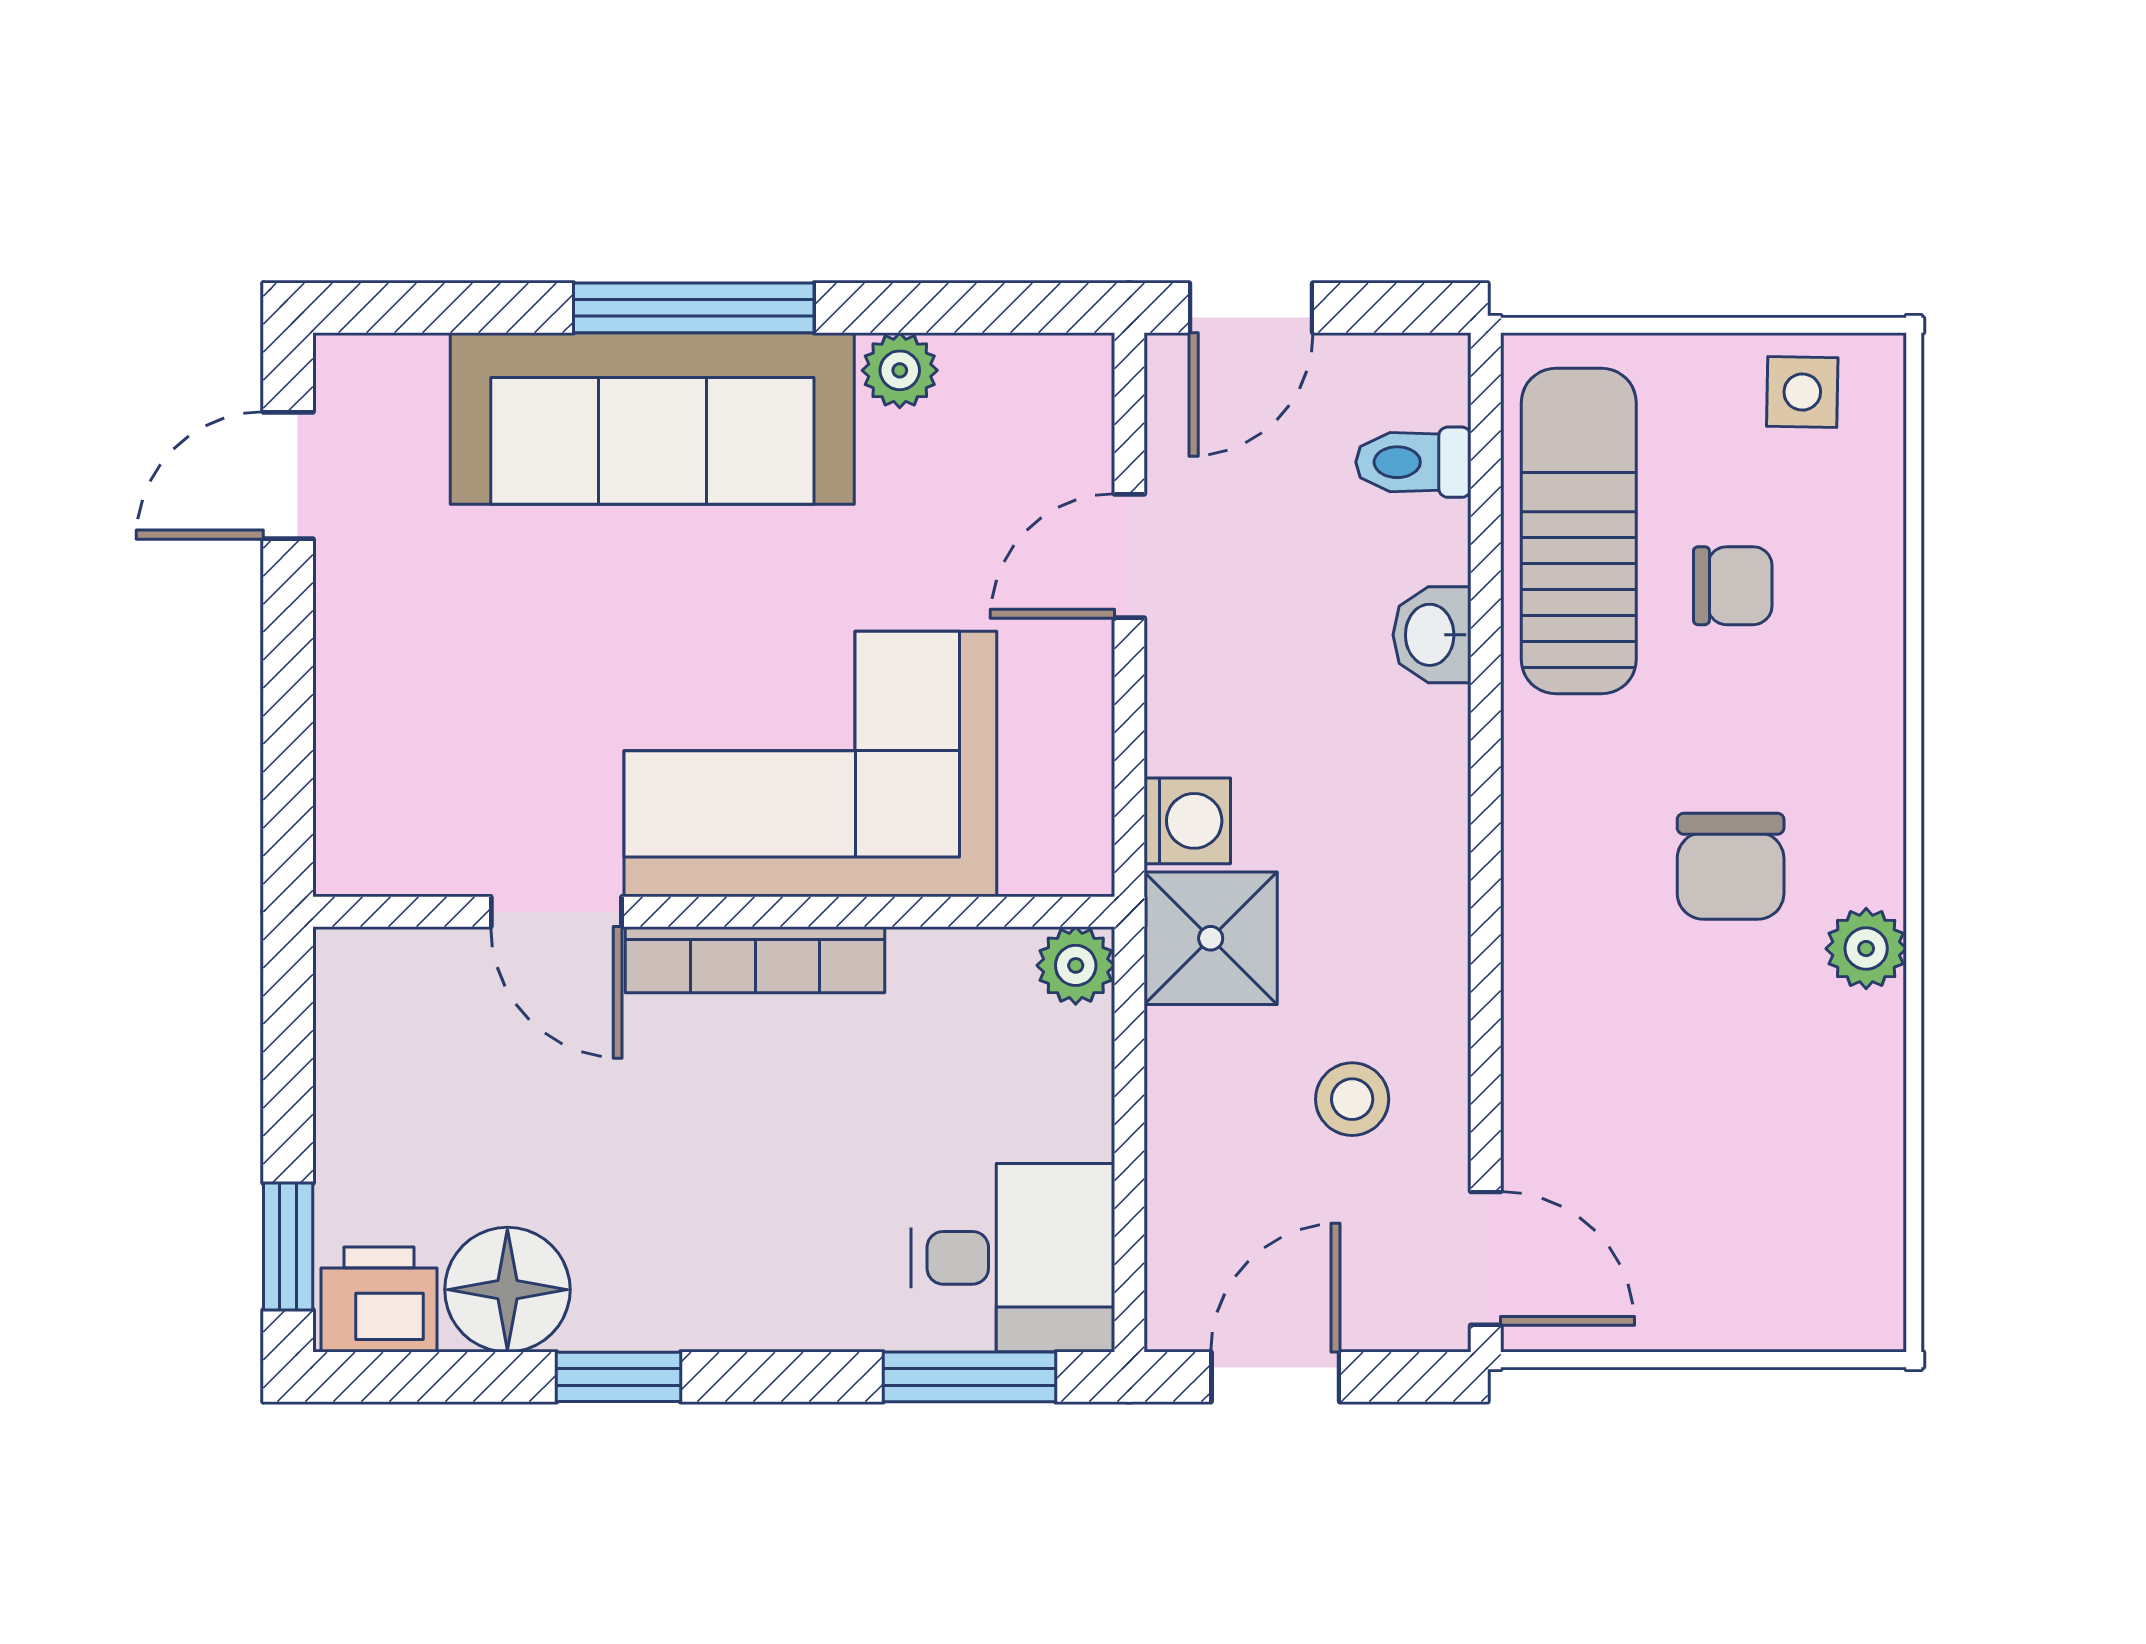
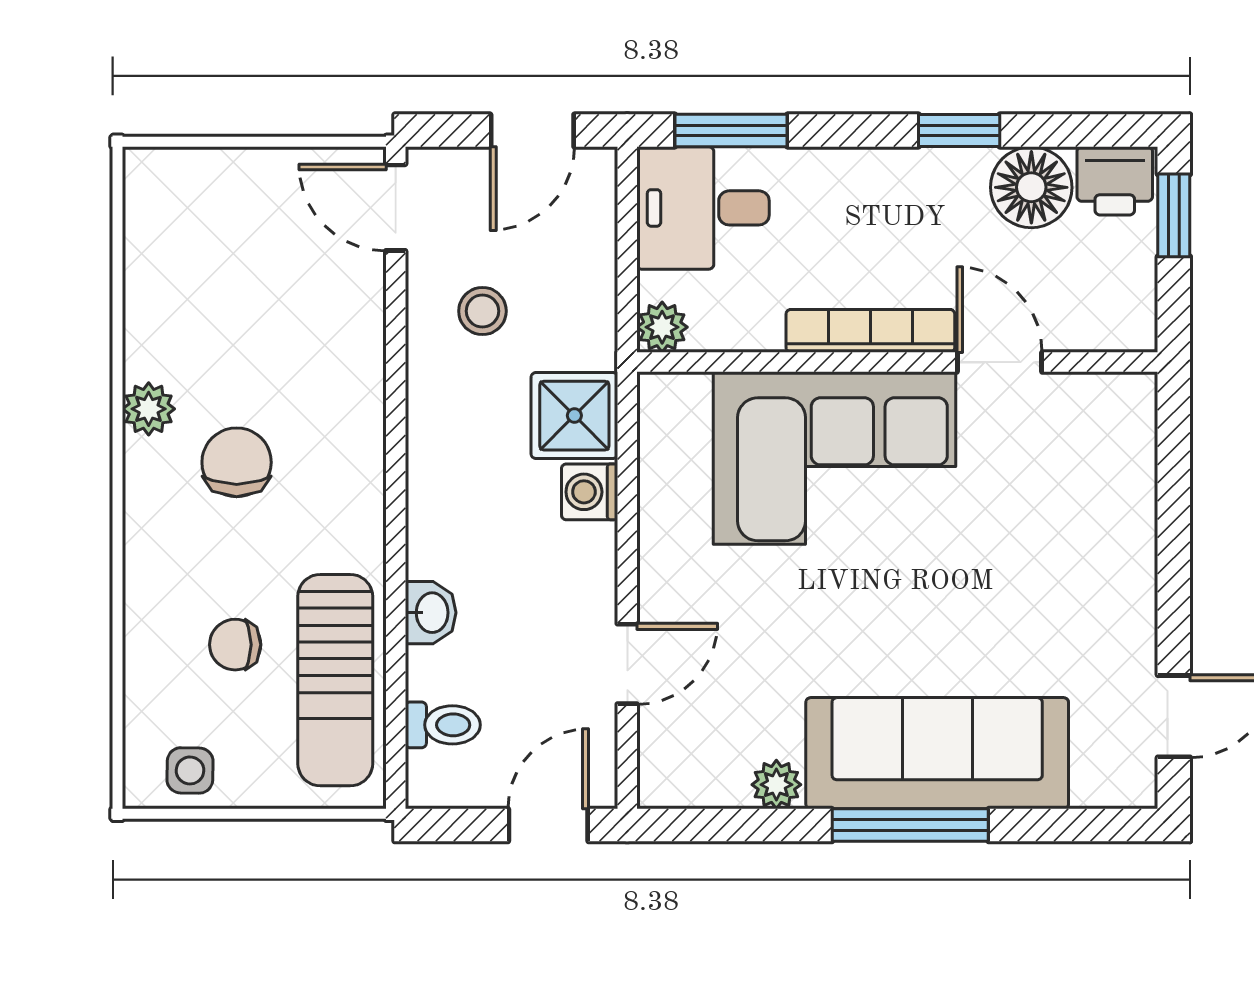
corner sofa: (810, 764) -> (834, 458), moved
door: (556, 912) -> (999, 362), moved
wall: (714, 912) -> (897, 362), moved
bookcase: (755, 960) -> (870, 331), moved
plant: (1076, 965) -> (662, 327), moved

